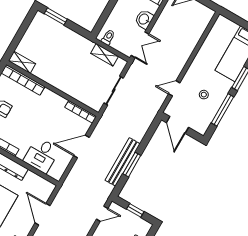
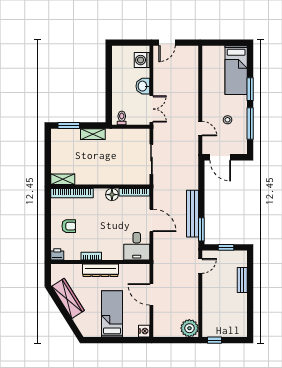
shelving: (105, 55) -> (93, 134), moved
door: (174, 88) -> (200, 129), swing flipped
floor lamp: (59, 102) -> (112, 195), added
door: (81, 146) -> (151, 220), swing flipped
desk: (41, 155) -> (137, 246), moved
window: (132, 165) -> (201, 229), moved

